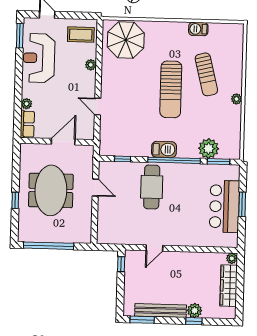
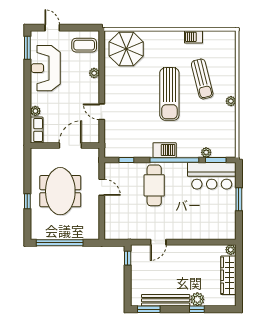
plant: (209, 148) -> (206, 152), width x0.53, depth x0.53
bar counter: (224, 206) -> (212, 176), moved, turned -90

